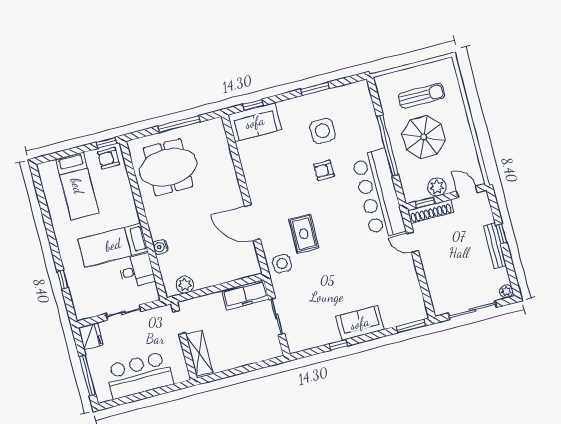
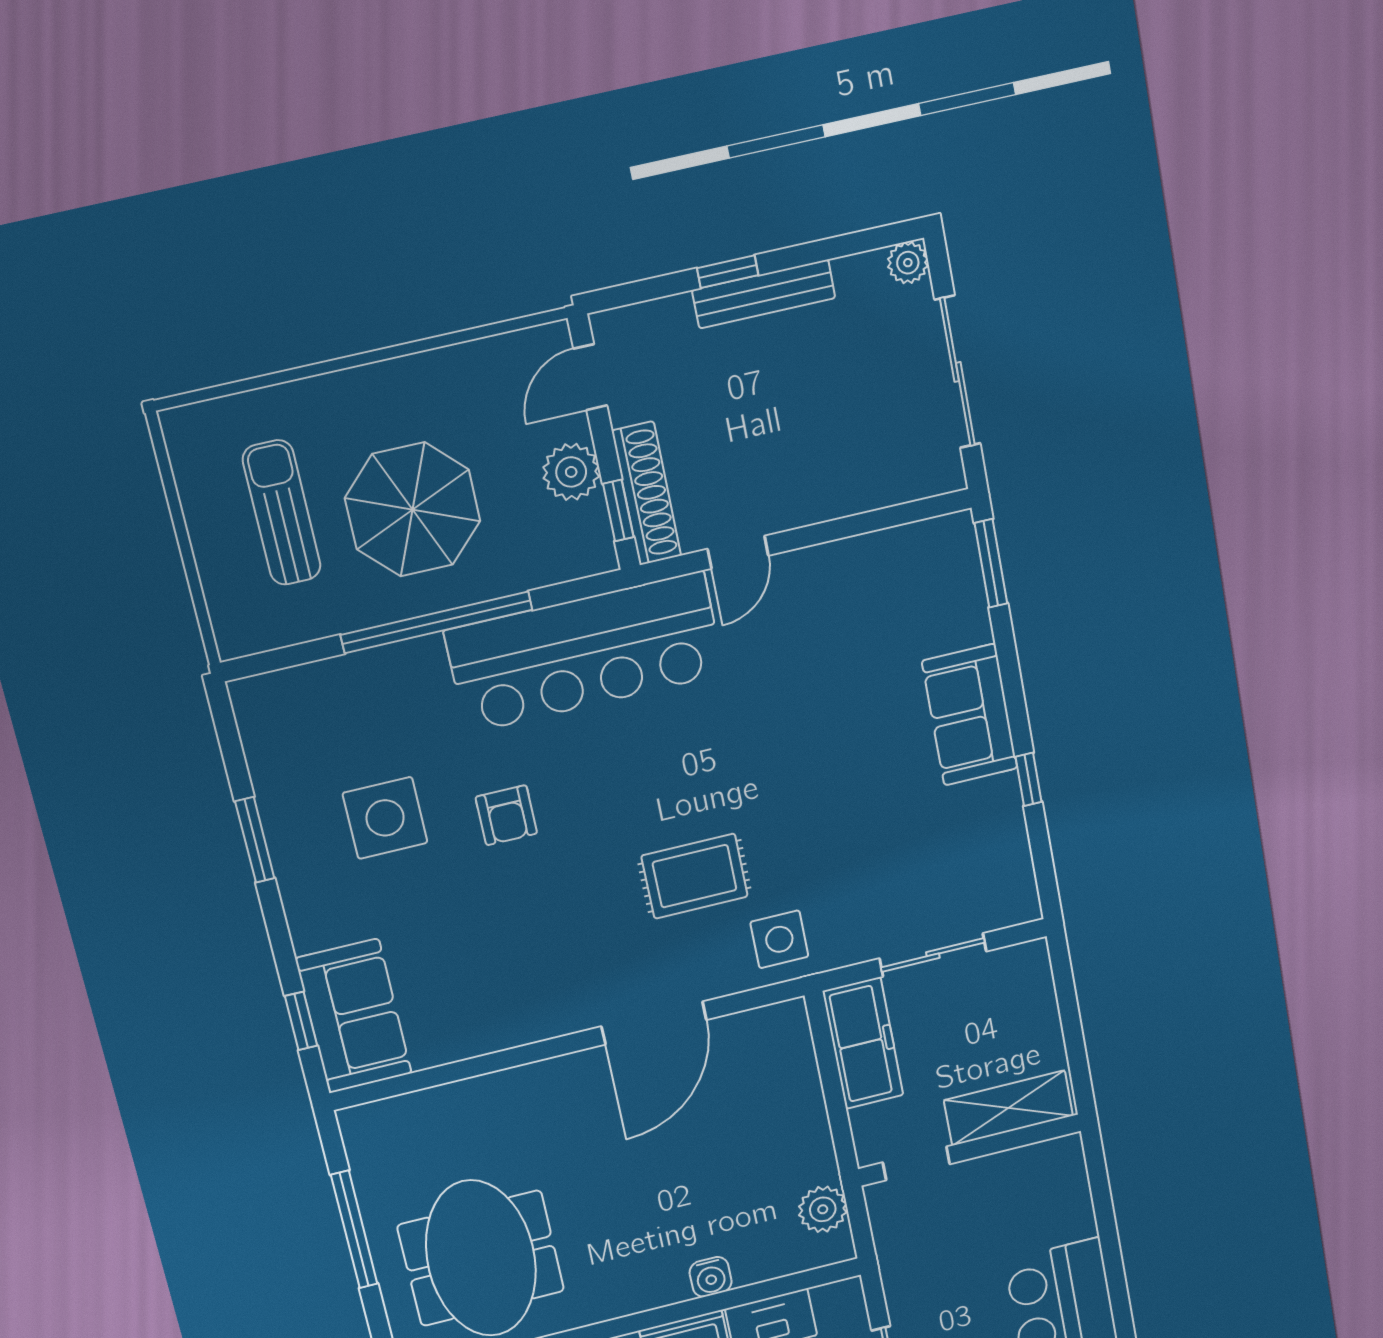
doorway: (179, 322) -> (916, 1163), moved
wall: (184, 341) -> (970, 1150), moved
shelving: (199, 353) -> (1009, 1108), moved

